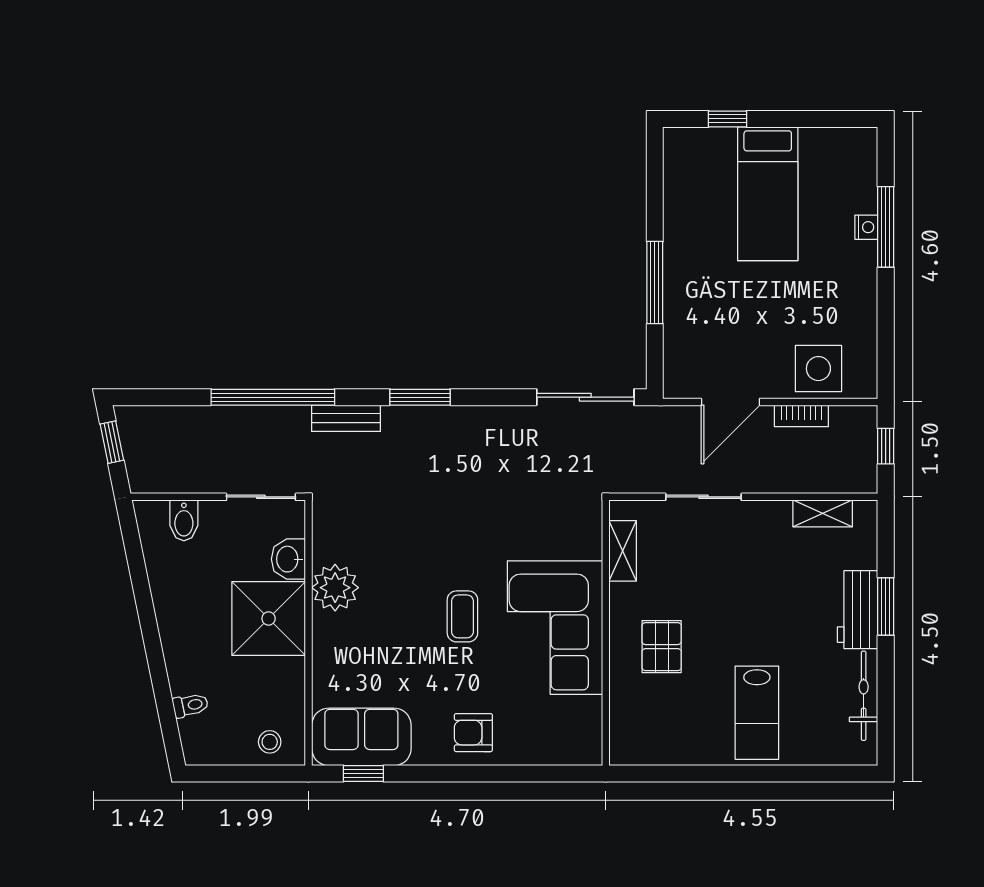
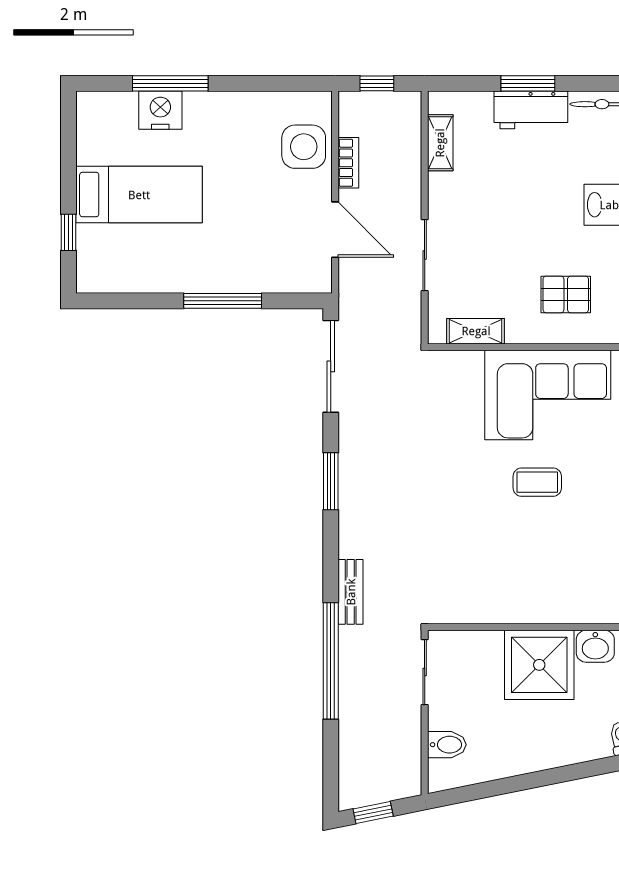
nightstand: (866, 227) -> (160, 110), width x1.89, depth x1.79
window: (420, 397) -> (331, 481), moved
washbasin: (288, 559) -> (595, 646), moved
plant: (335, 588) -> (510, 602), removed

